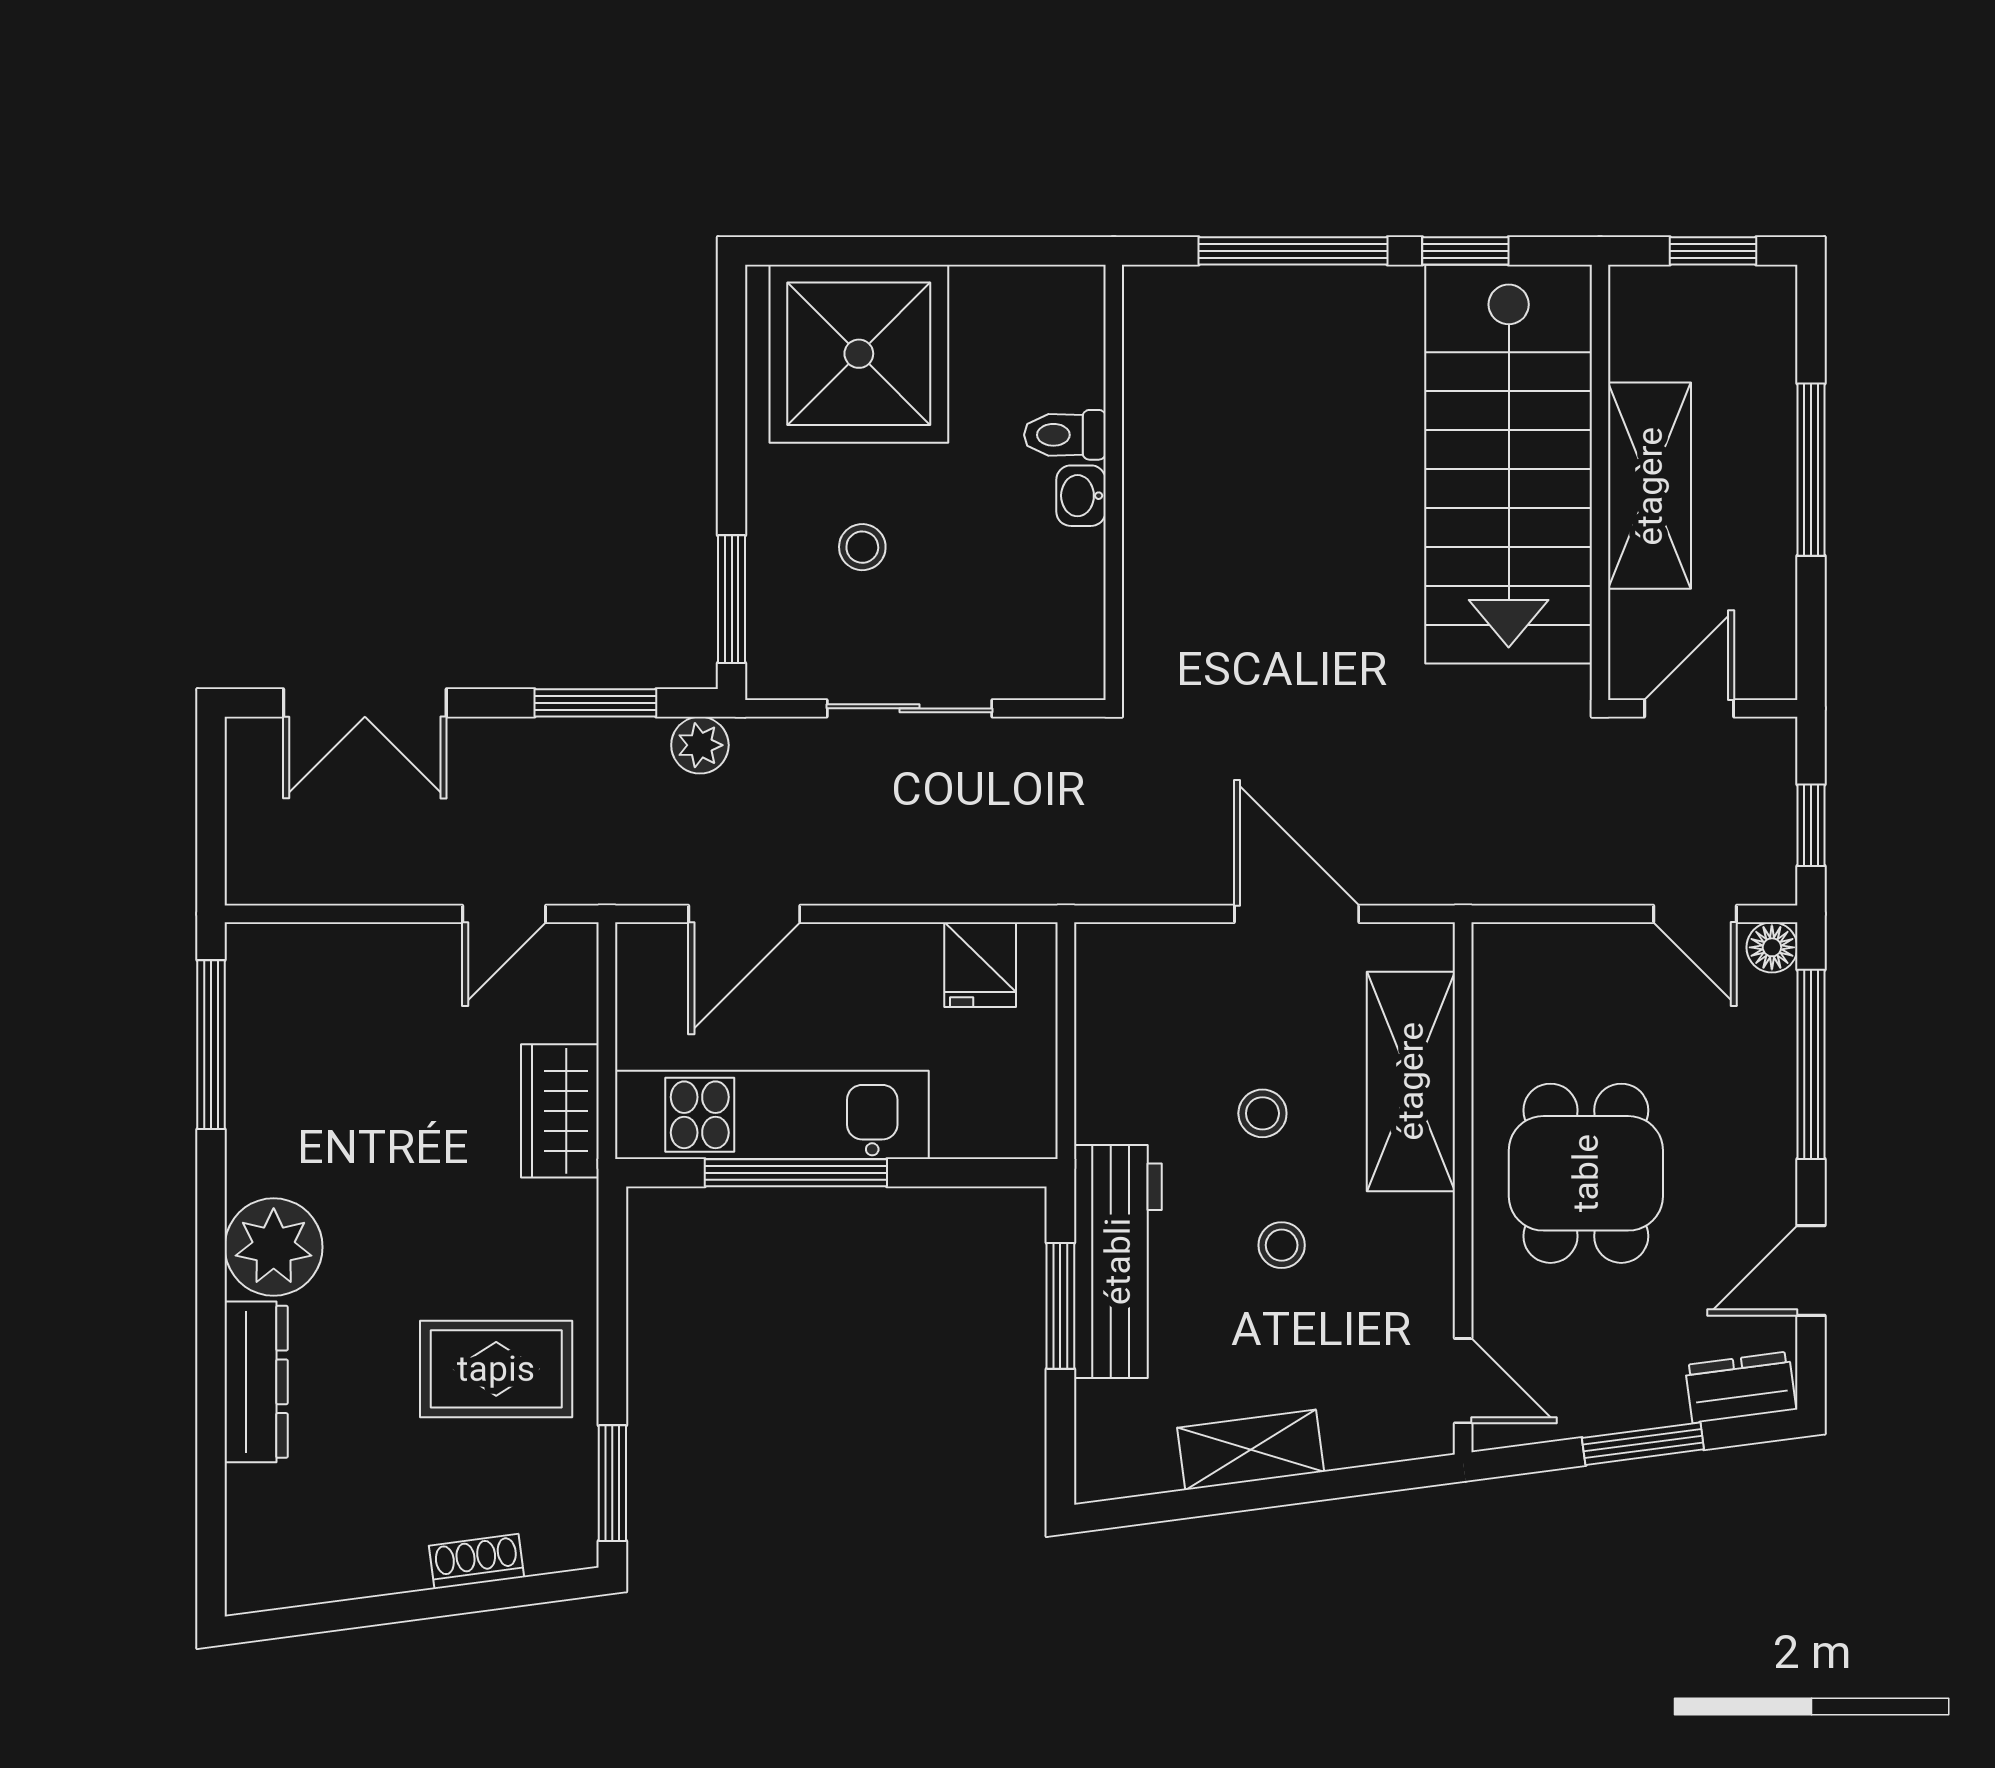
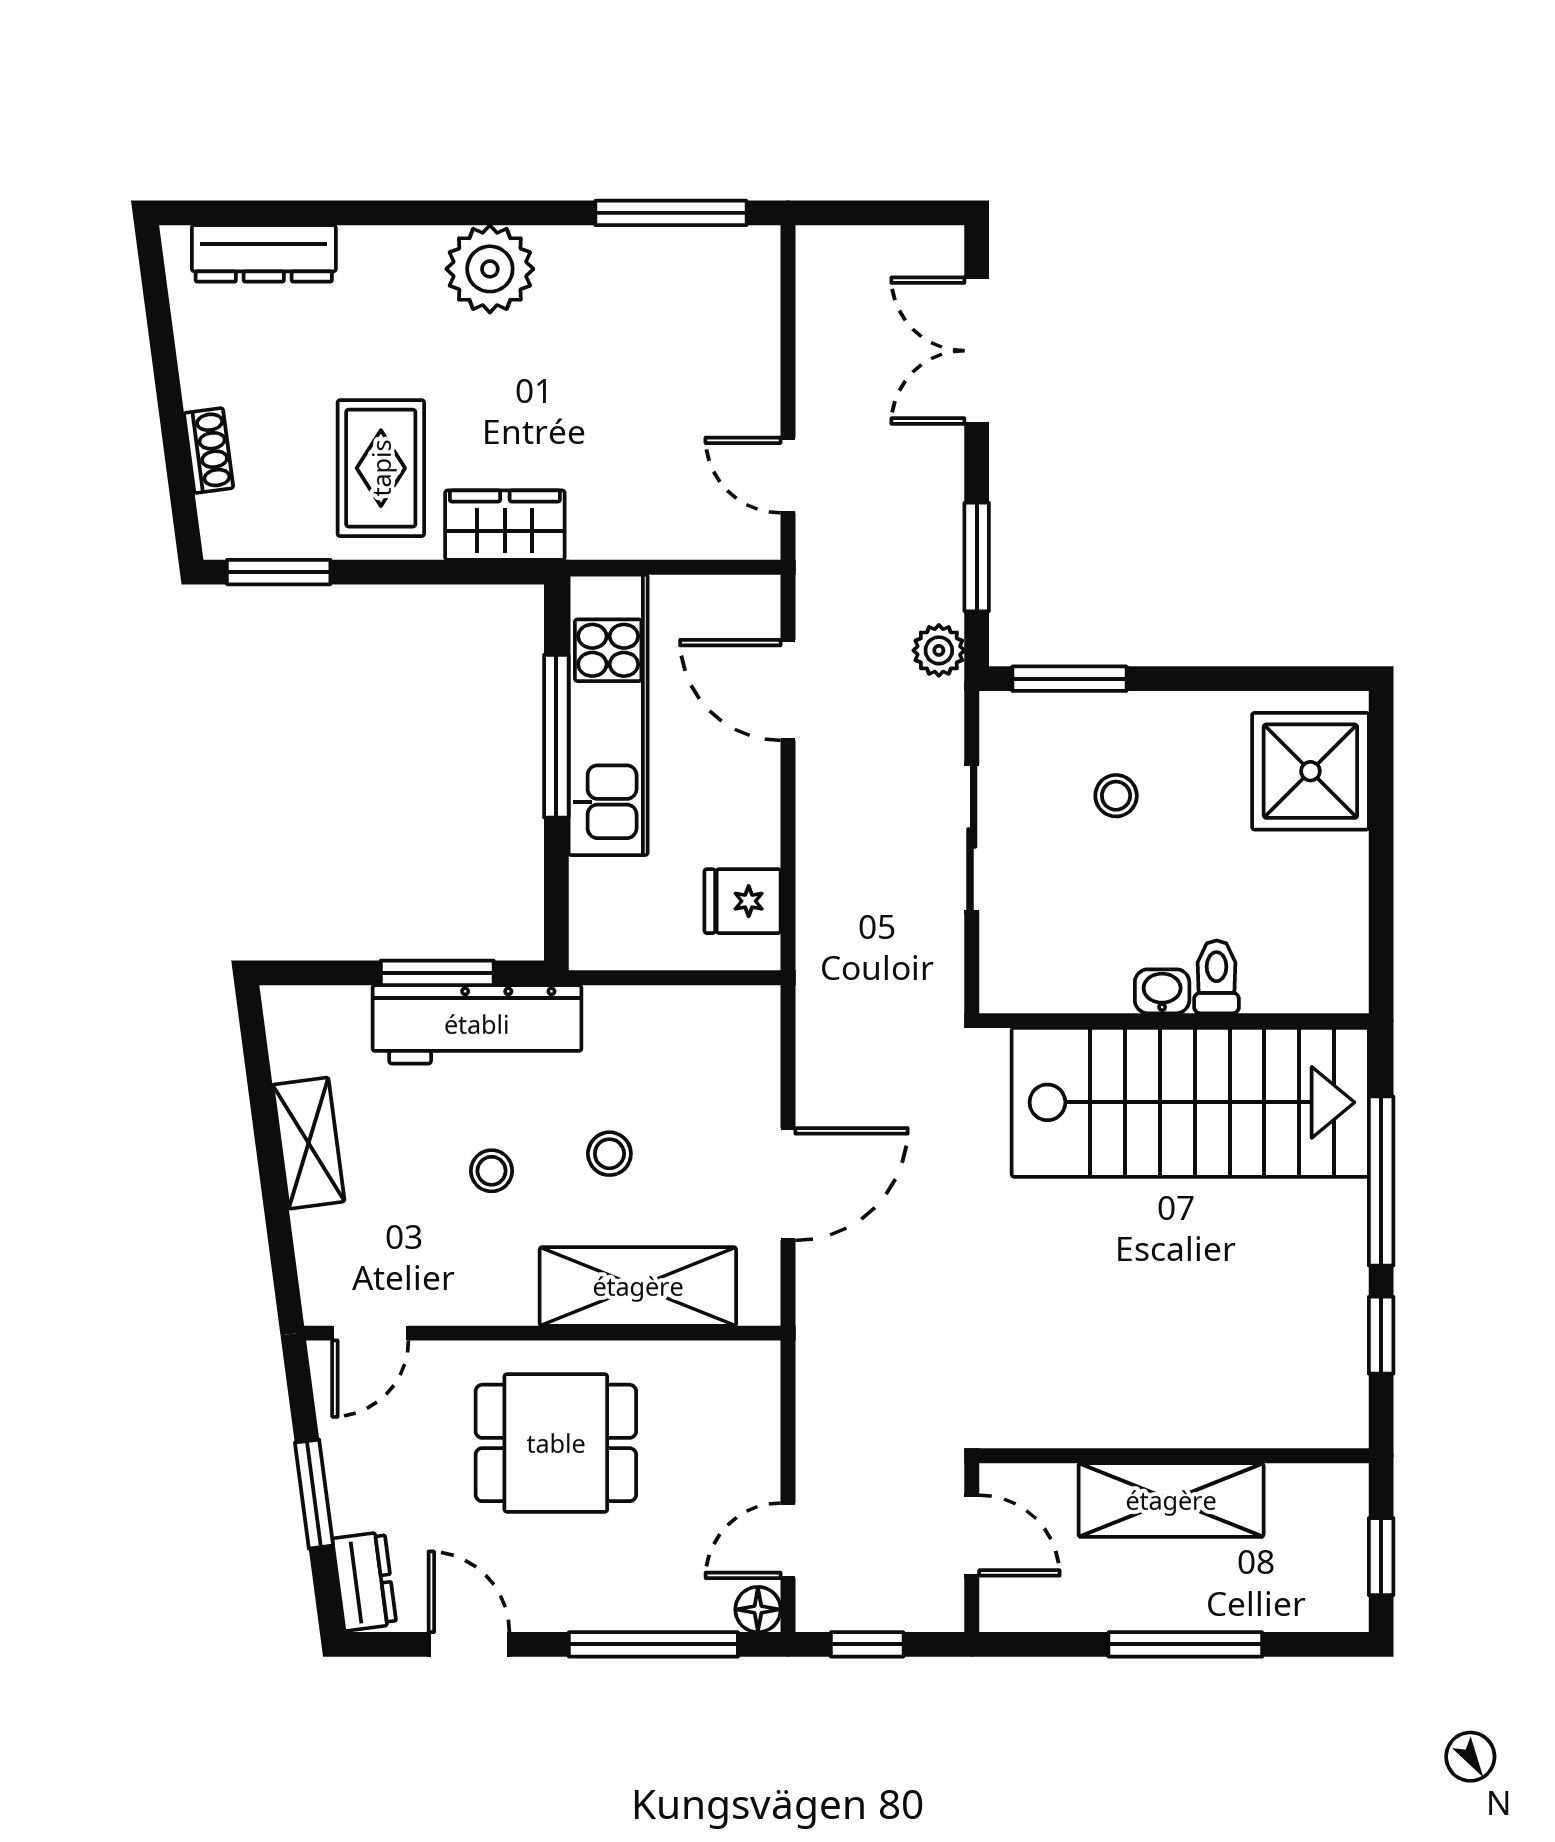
shower: (859, 354) -> (1310, 771), width x0.73, depth x0.73
stairs: (1509, 464) -> (1190, 1102), moved, turned 180
wardrobe: (560, 1111) -> (505, 525), moved
dresser: (256, 1382) -> (264, 253), moved

